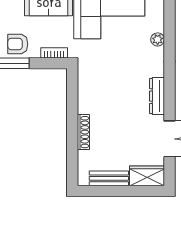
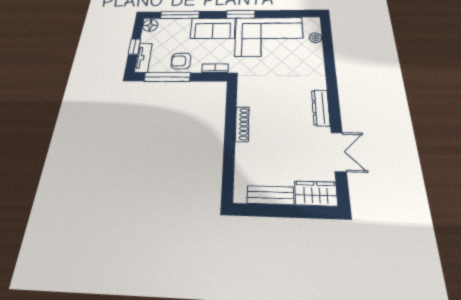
plant: (158, 39) -> (315, 38), moved
shoe rack: (83, 132) -> (242, 124), moved

